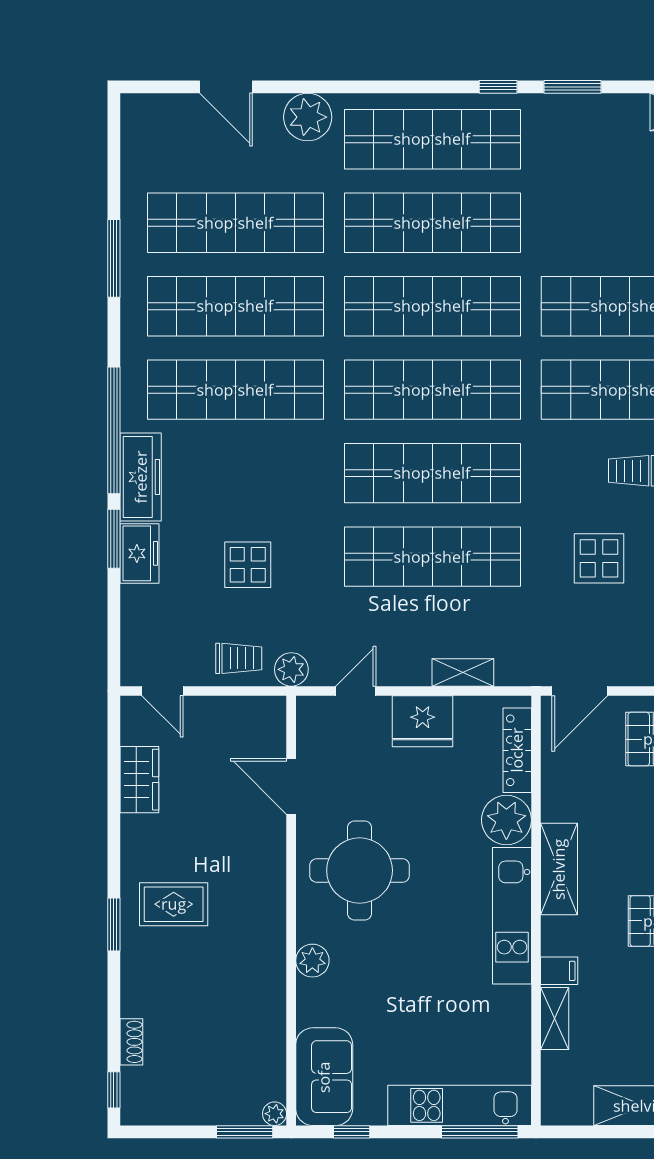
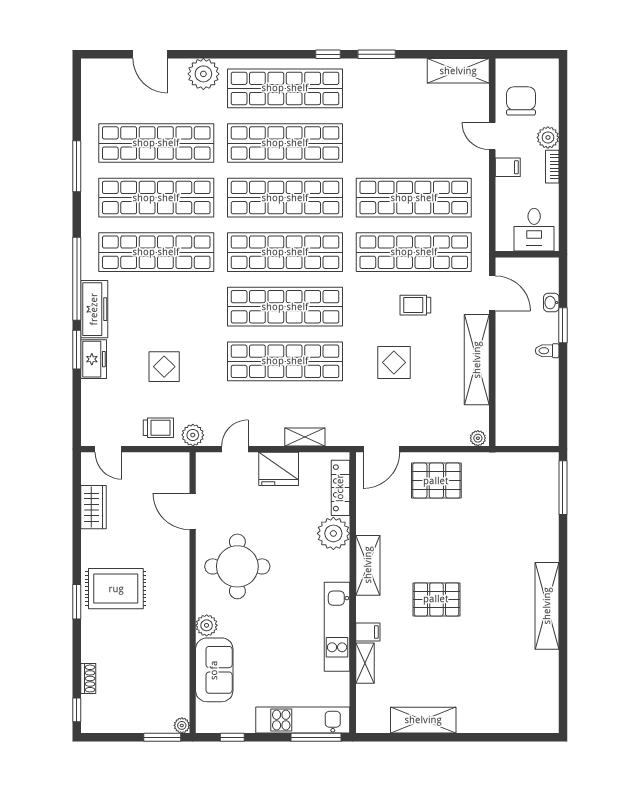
rug: (174, 904) -> (116, 589), width x1.36, depth x1.43
kitchen unit: (512, 916) -> (337, 627), moved
sofa: (324, 1077) -> (214, 670), moved

